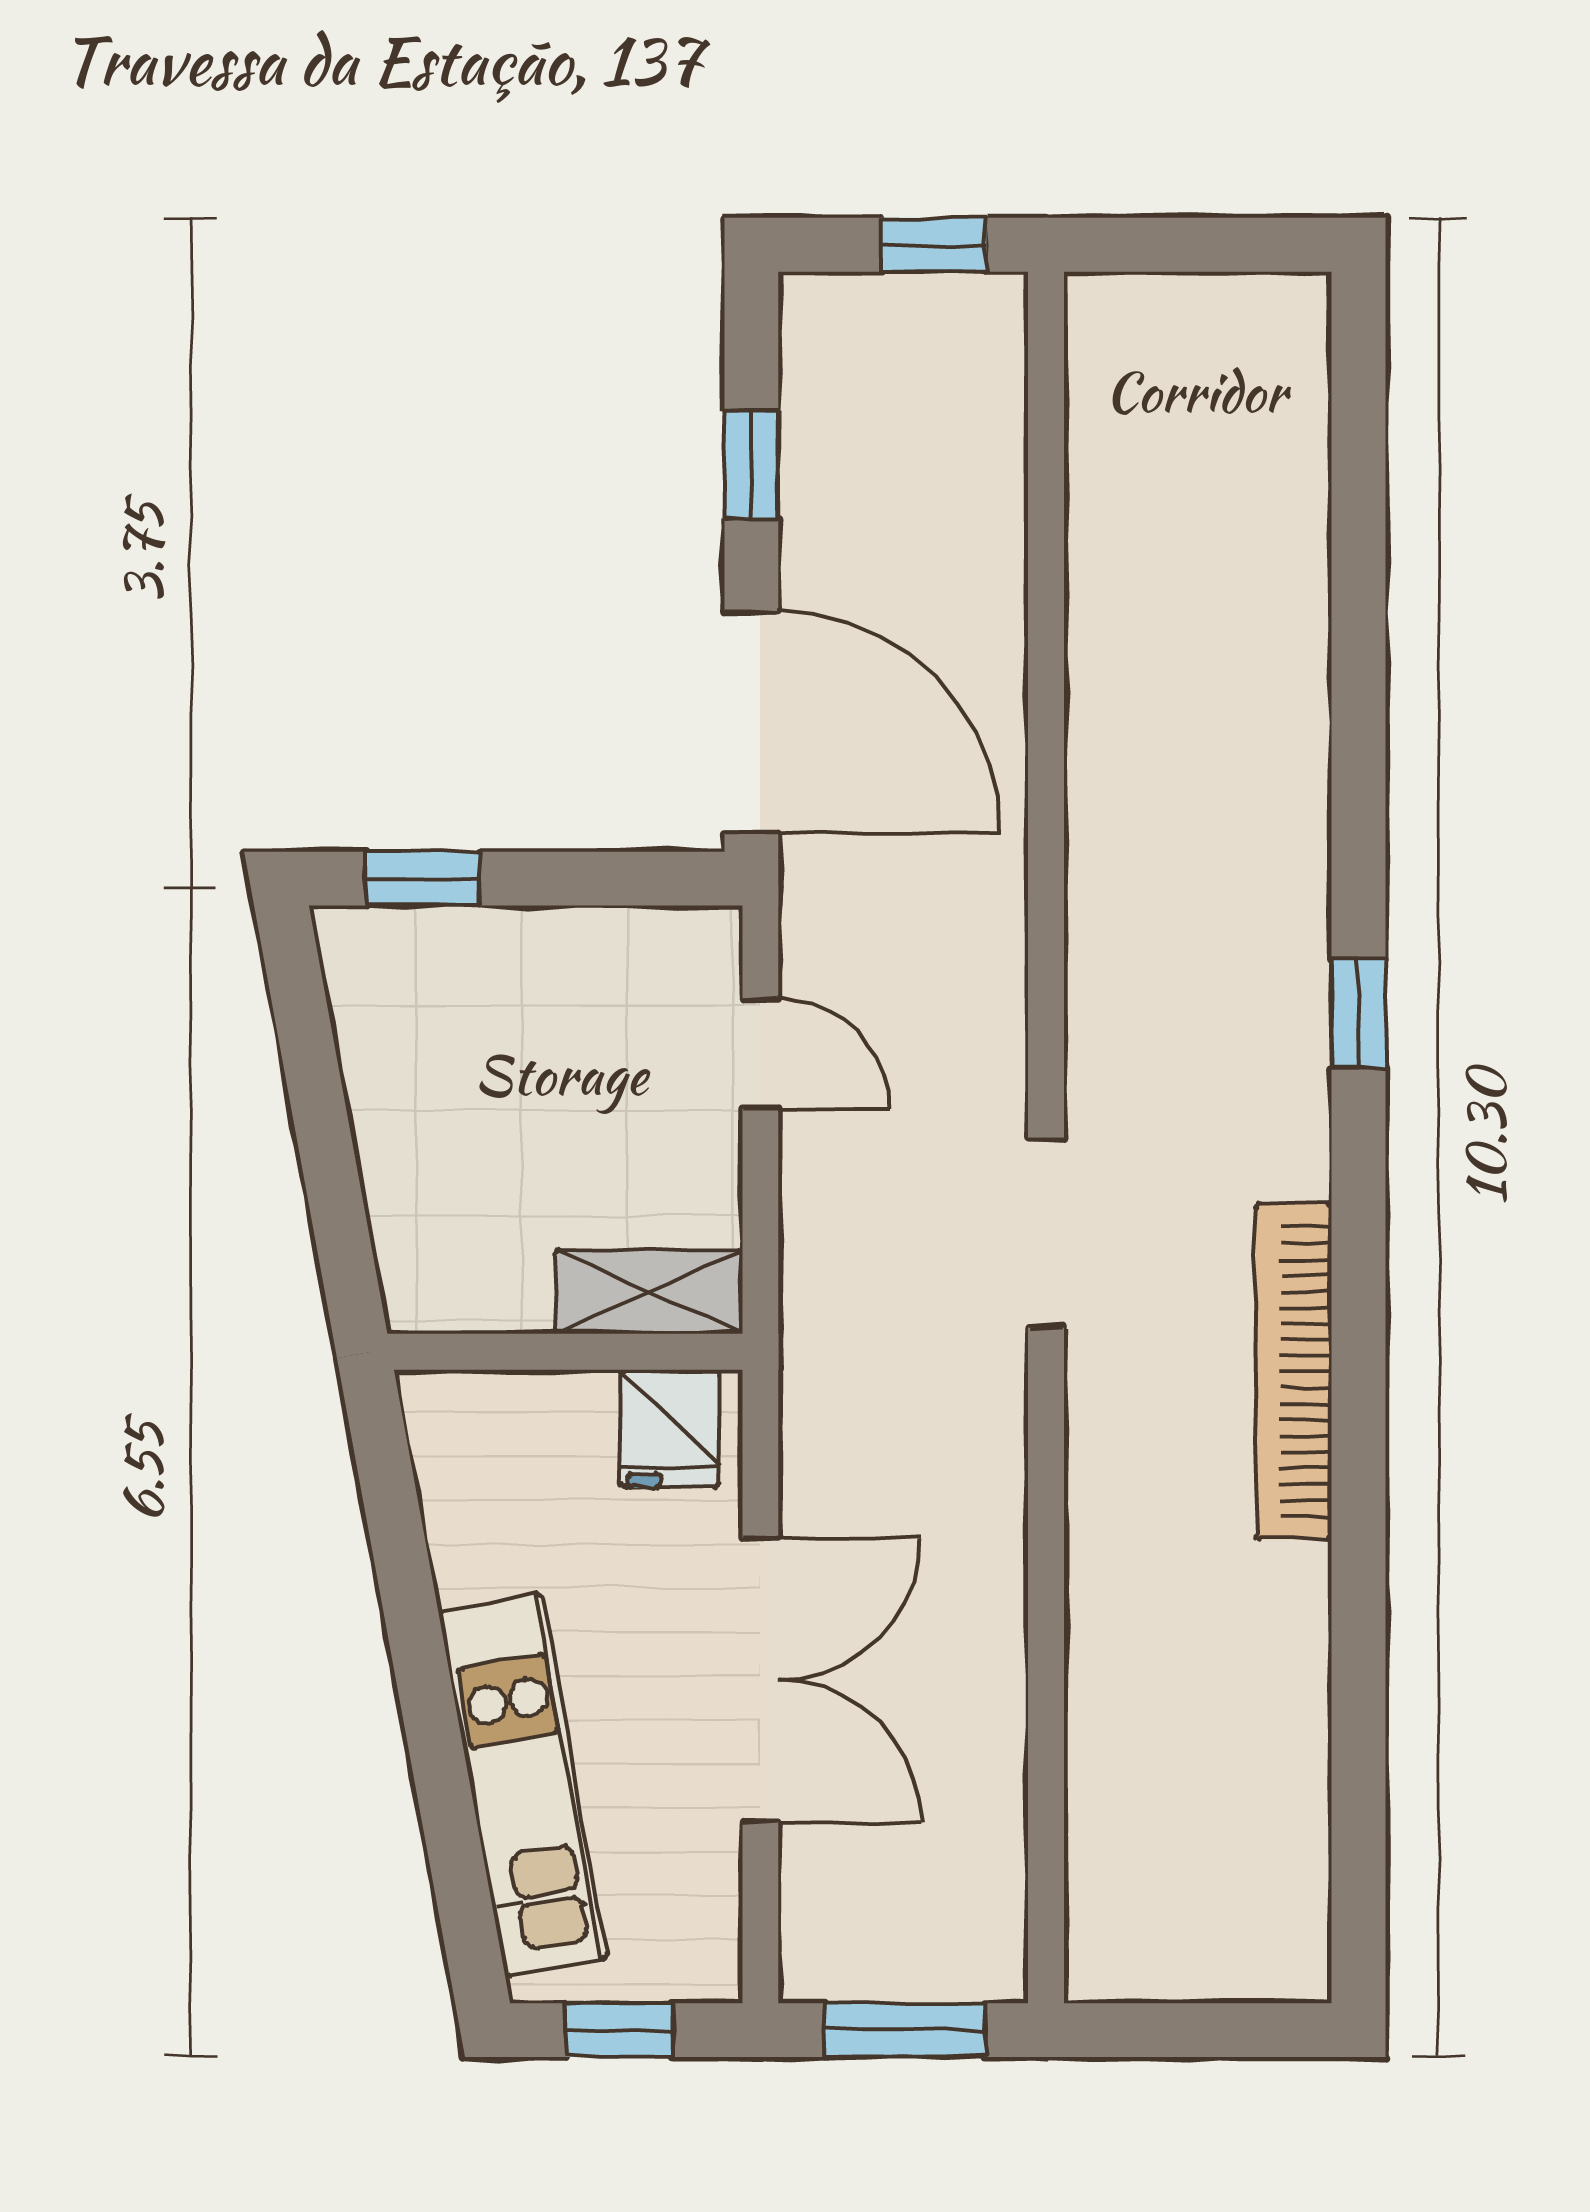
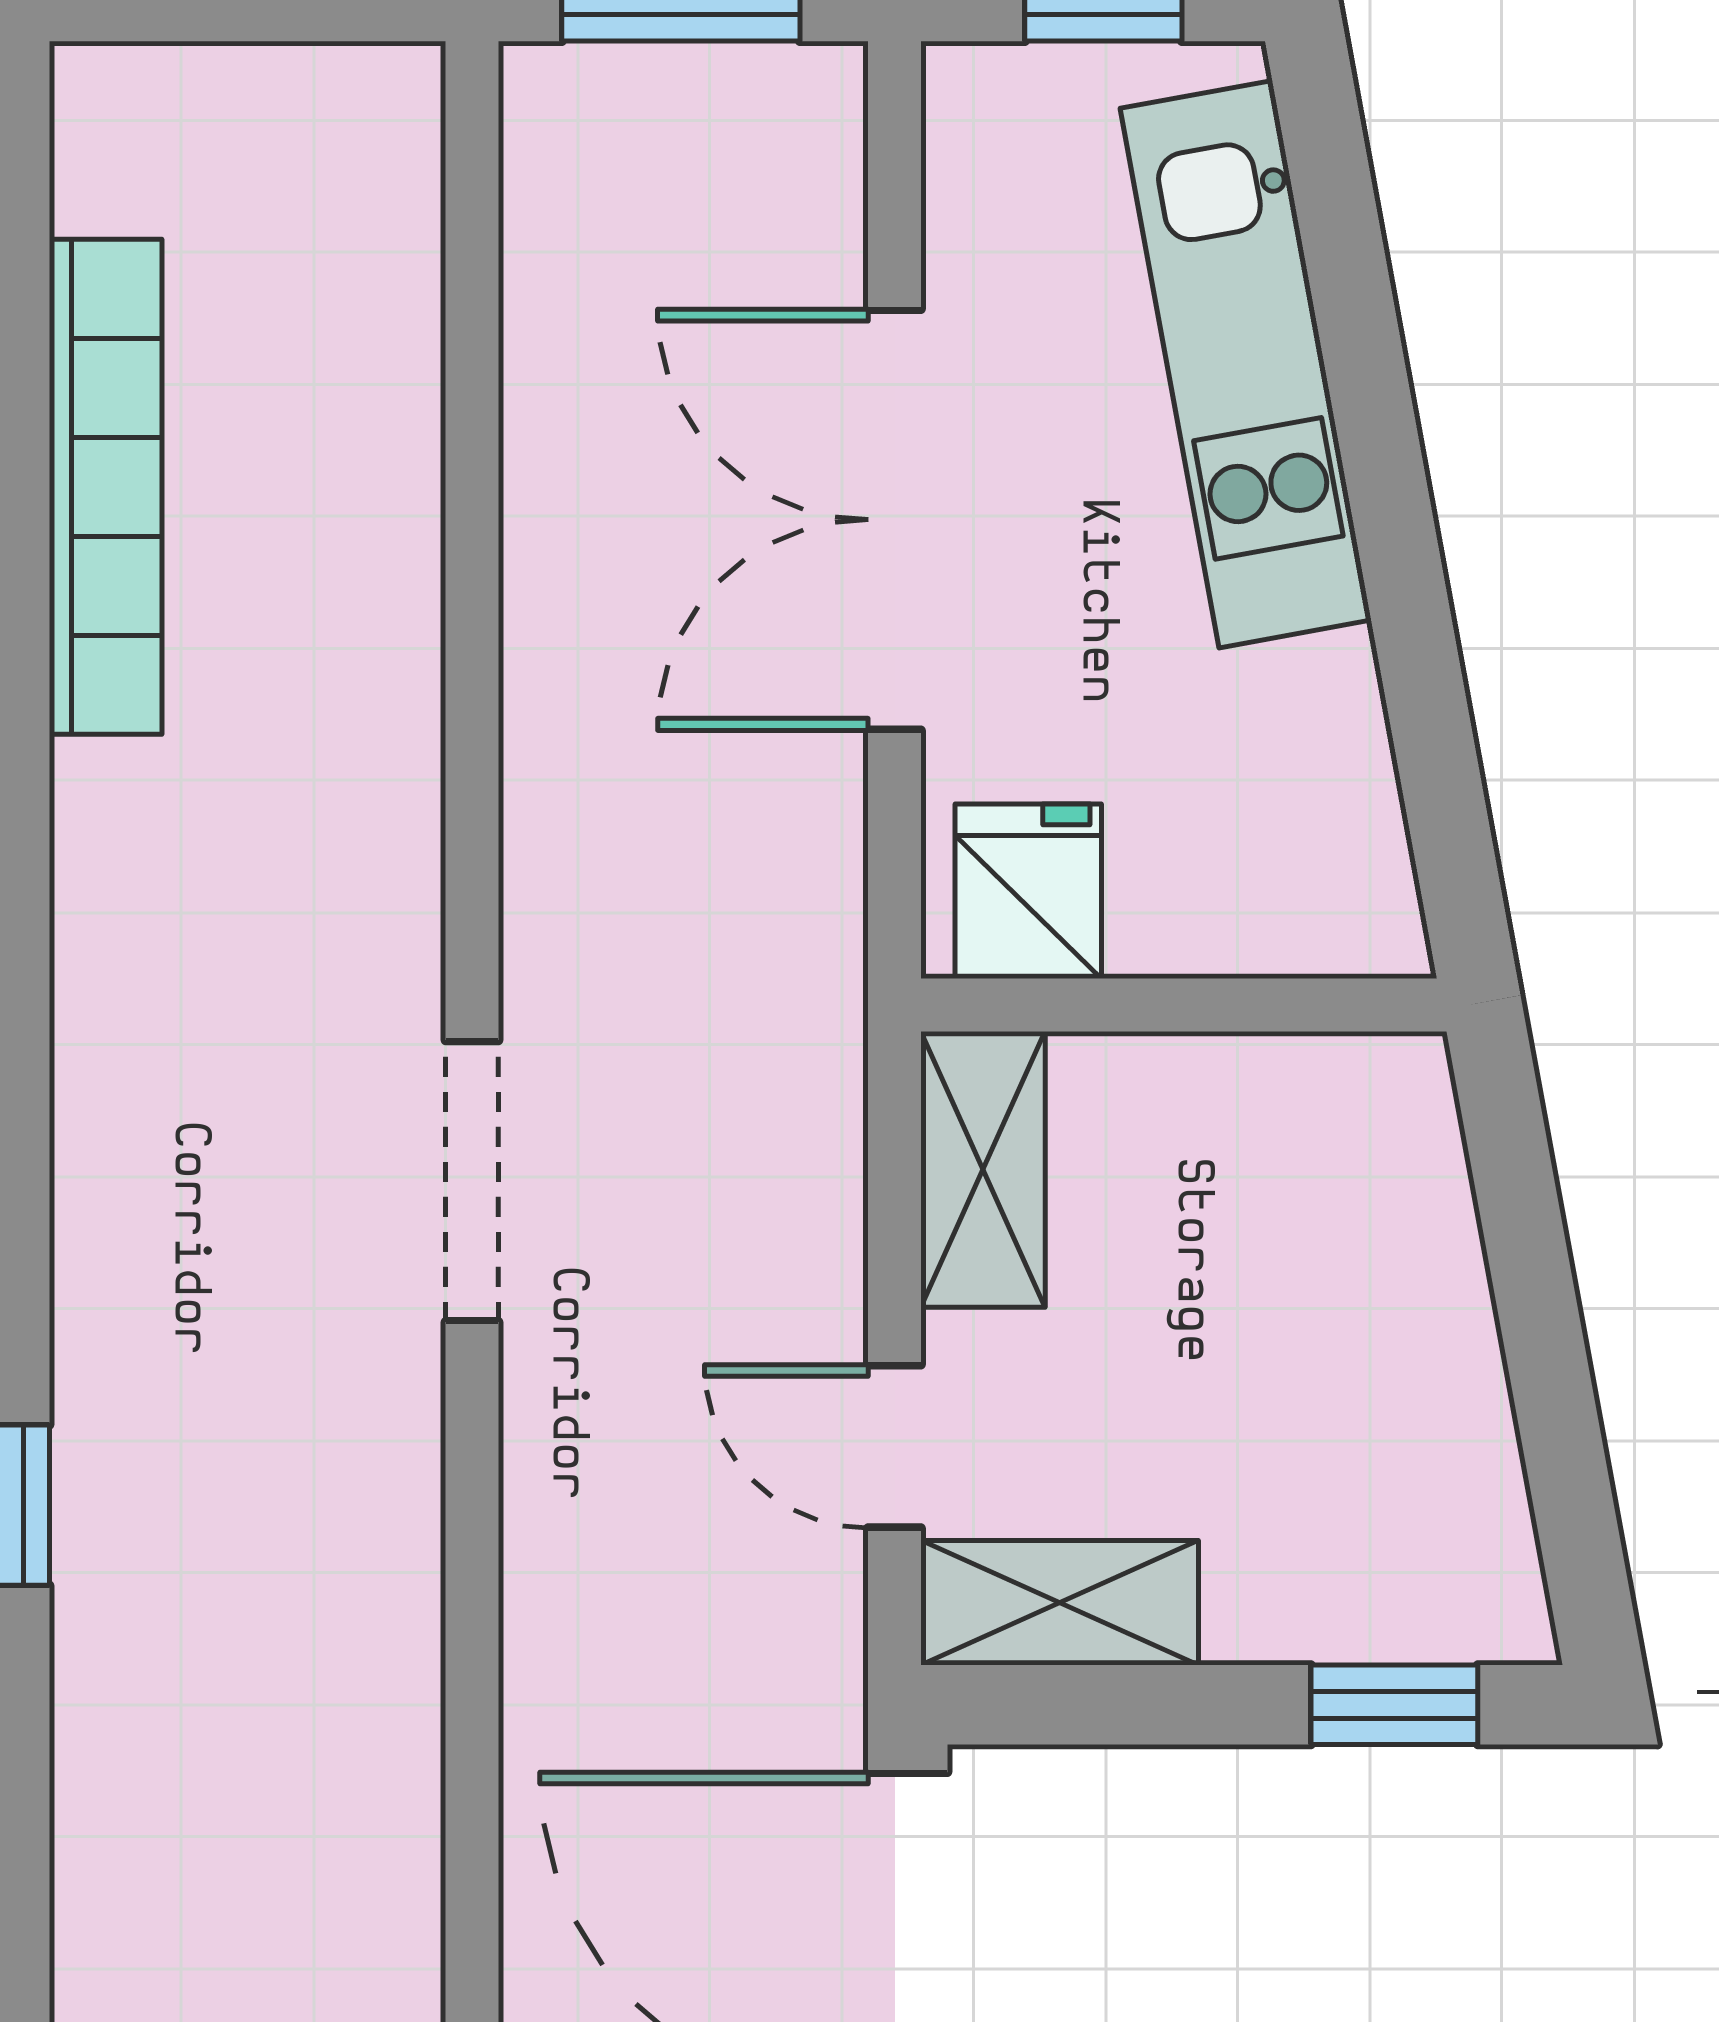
shelving: (649, 948) -> (1060, 1603), added
shelving: (649, 1292) -> (983, 1169), moved, turned 90
bookcase: (1294, 1372) -> (106, 487), moved

